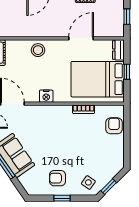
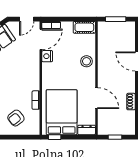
window: (127, 72) -> (55, 137), moved
nightstand: (46, 96) -> (47, 56), moved
armchair: (114, 126) -> (16, 118), moved, turned 142

